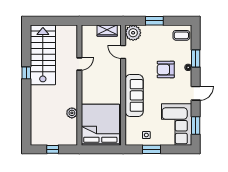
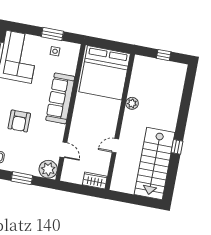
wardrobe: (107, 31) -> (95, 181), moved
armchair: (166, 69) -> (19, 121), turned 90
plant: (72, 113) -> (132, 103), moved

